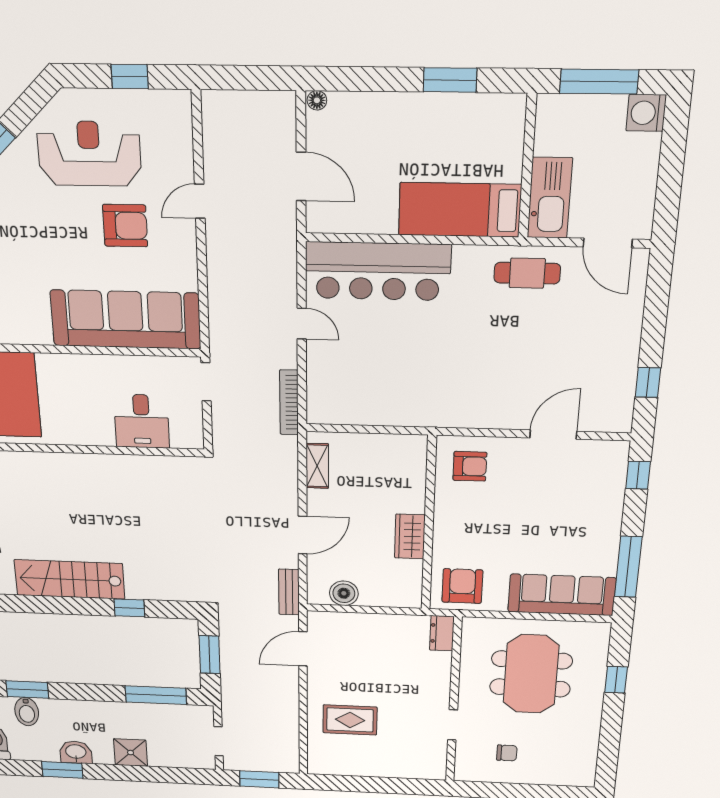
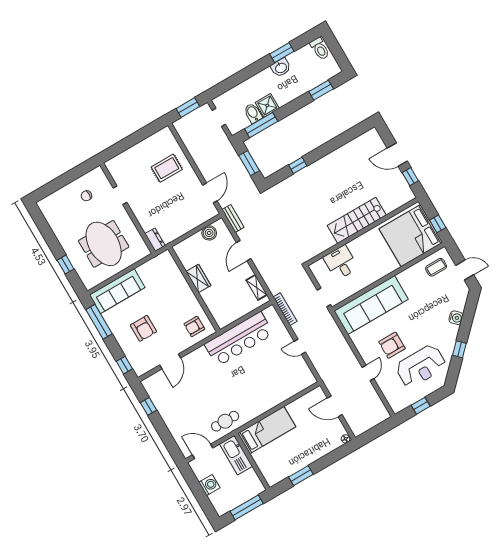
washing machine: (646, 113) -> (209, 485), moved
bar counter: (378, 271) -> (239, 339), moved, turned 180
stairs: (70, 579) -> (357, 220), moved, turned 180
armchair: (462, 586) -> (143, 328), moved
bidet: (27, 712) -> (253, 113), moved
shower: (131, 753) -> (267, 105), moved

